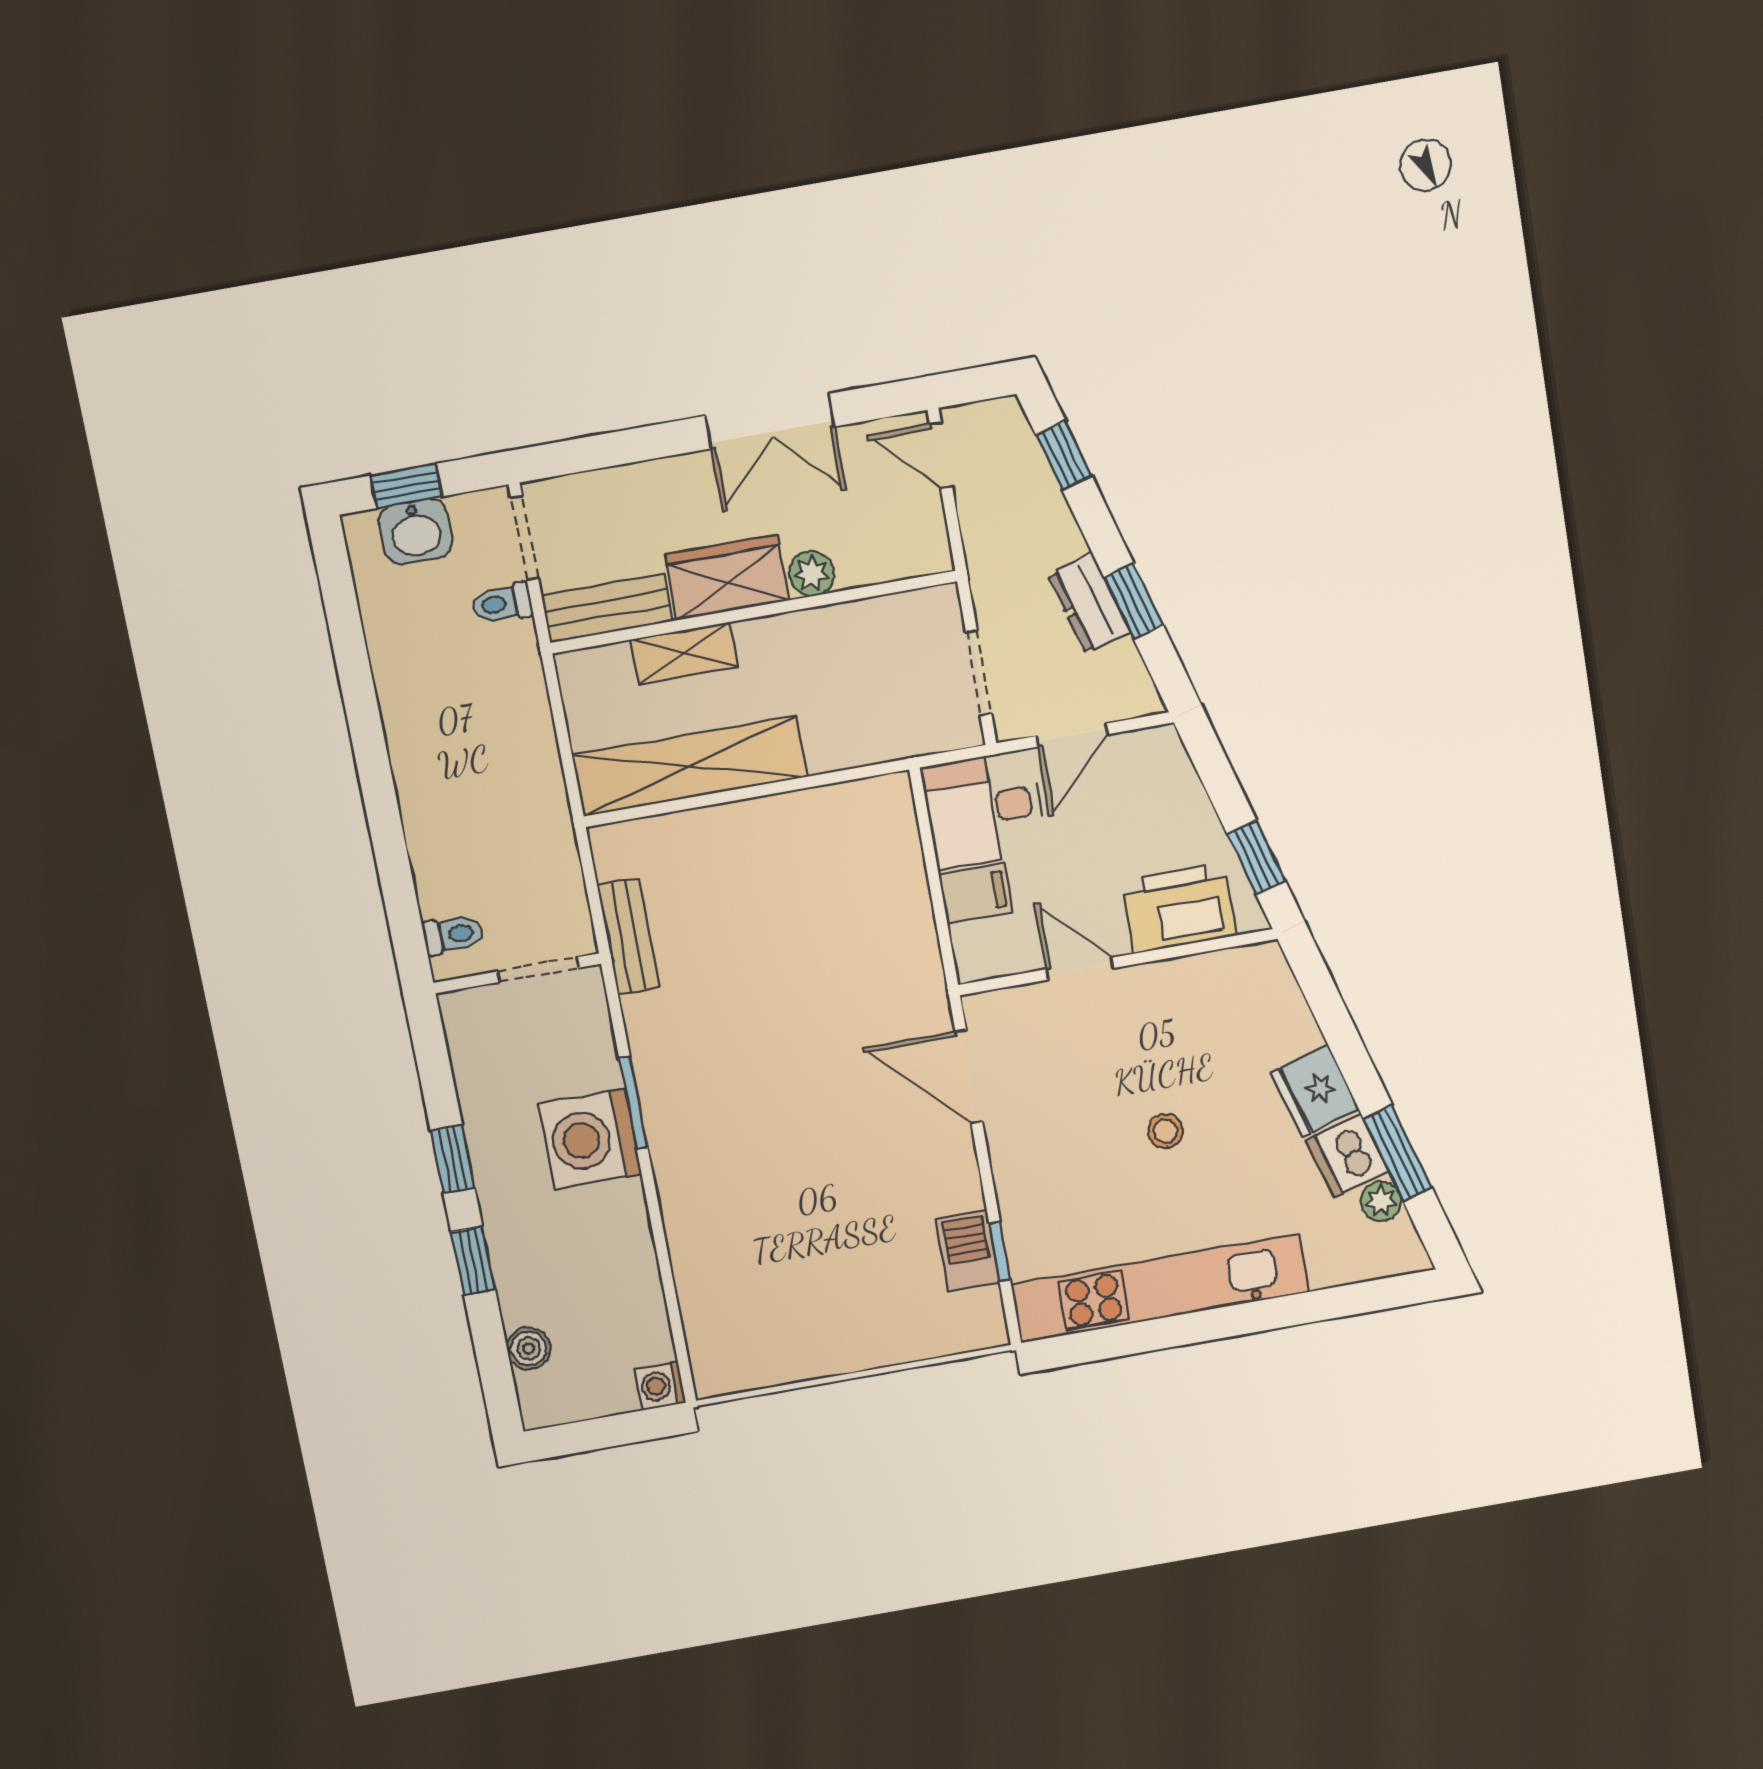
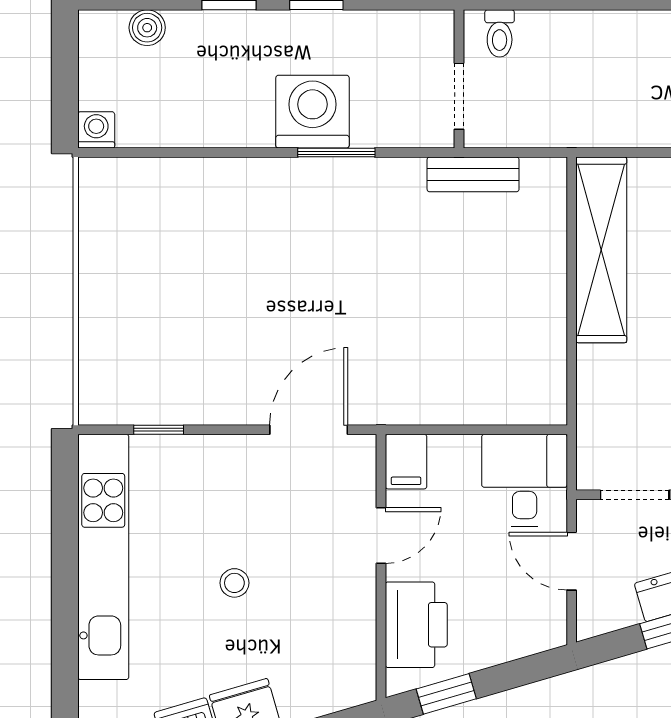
filing cabinet: (976, 893) -> (406, 462), moved
barbecue: (967, 1251) -> (164, 403), removed

